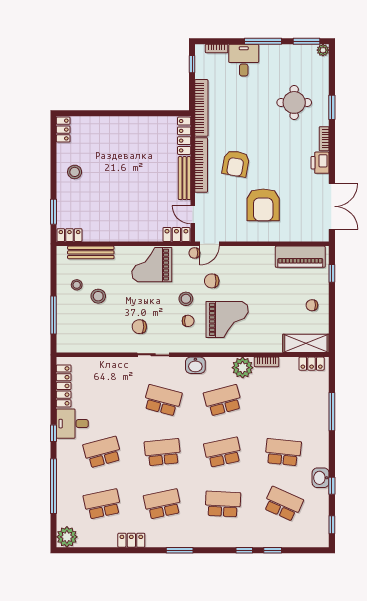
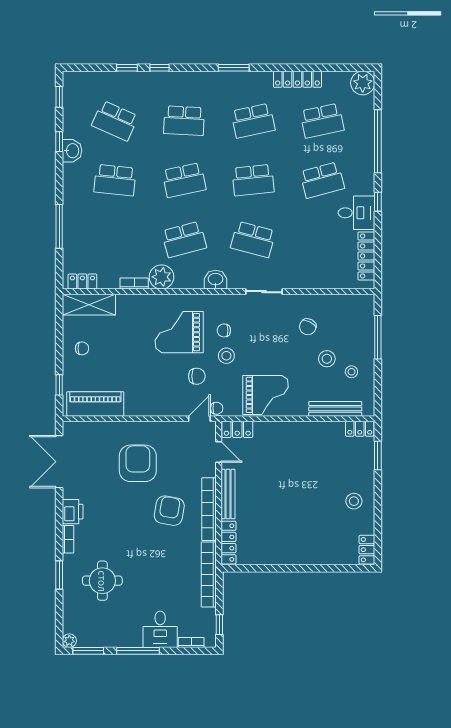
chair: (139, 327) -> (308, 327), moved, turned 116
locker: (131, 540) -> (297, 79), width x1.53

